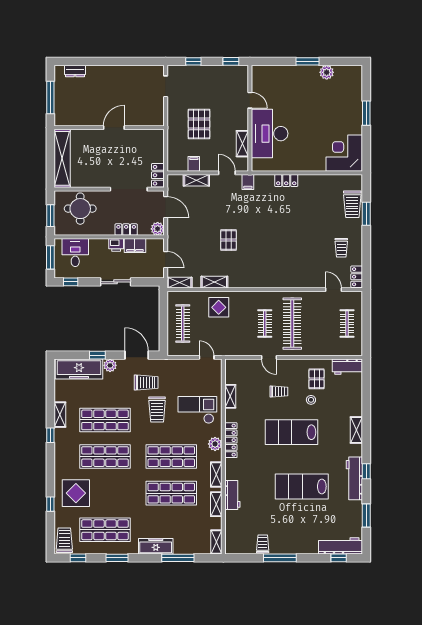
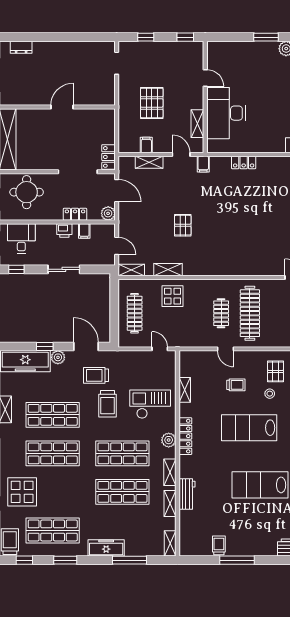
filing cabinet: (135, 246) -> (84, 231), width x0.50
trolley: (146, 383) -> (96, 375), turned 180

